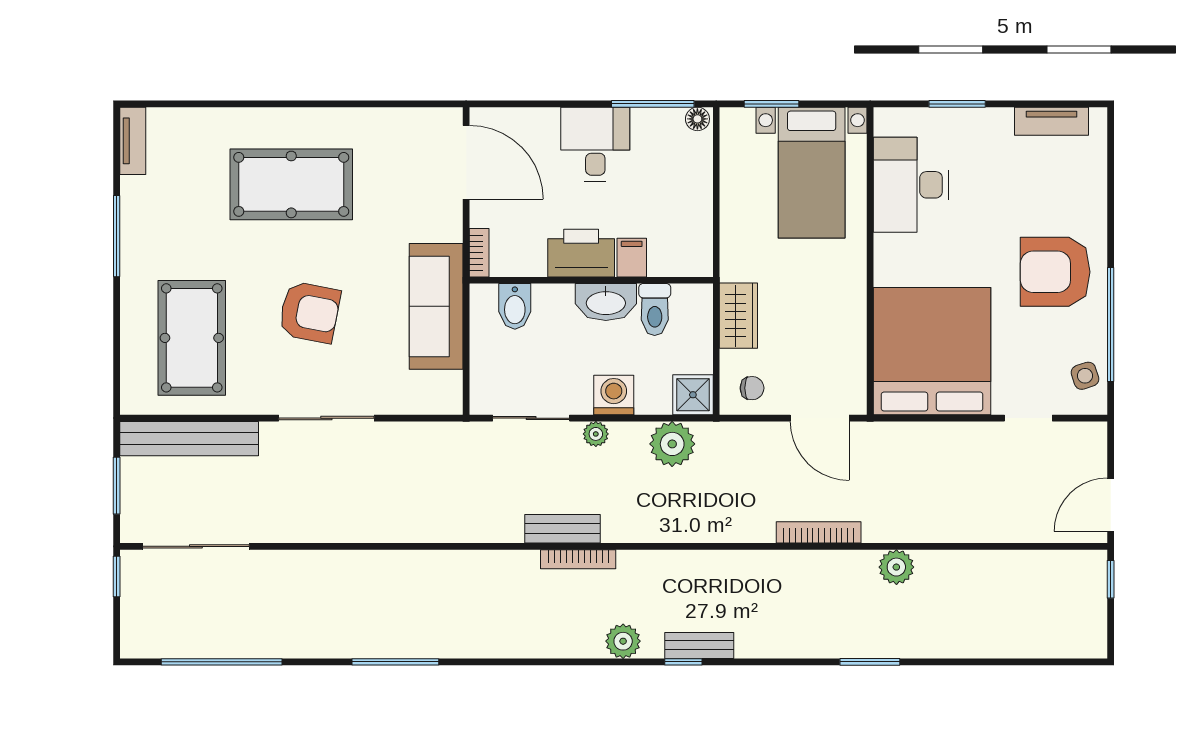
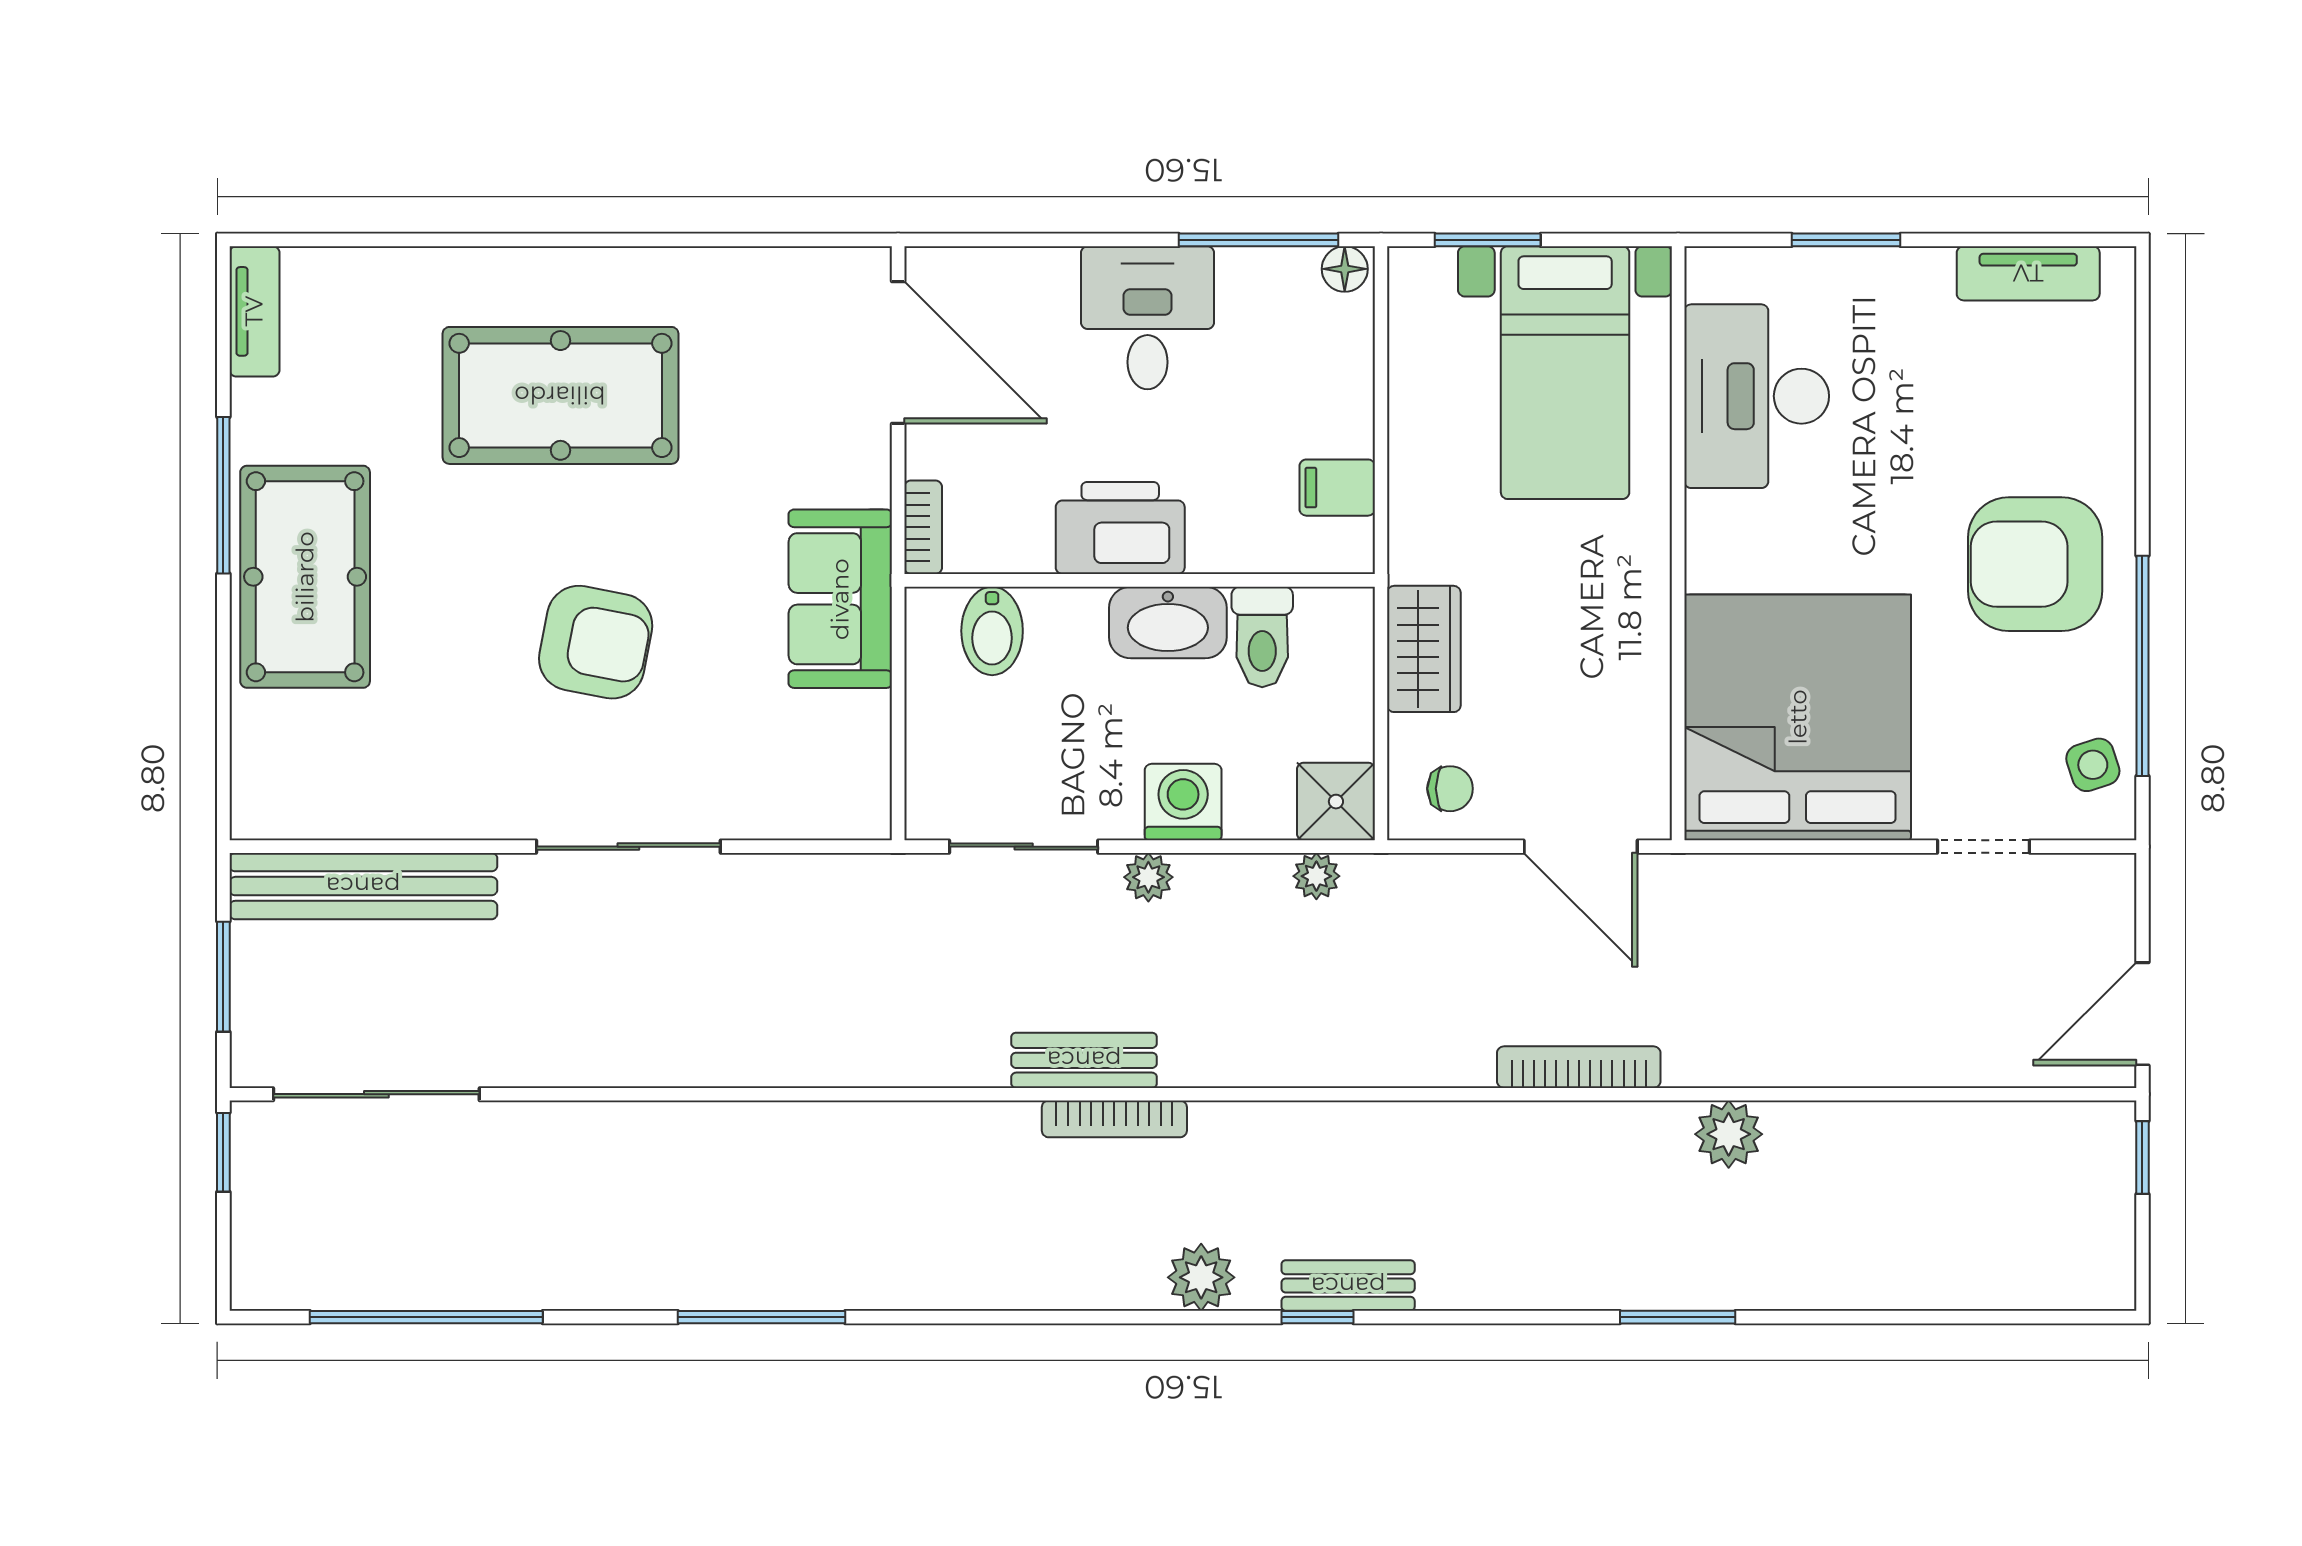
filing cabinet: (632, 258) -> (1337, 488), moved, turned -90
sofa: (436, 306) -> (840, 599), width x0.73
pool table: (192, 338) -> (305, 577), moved
plant: (672, 444) -> (1316, 876), width x0.53, depth x0.53

